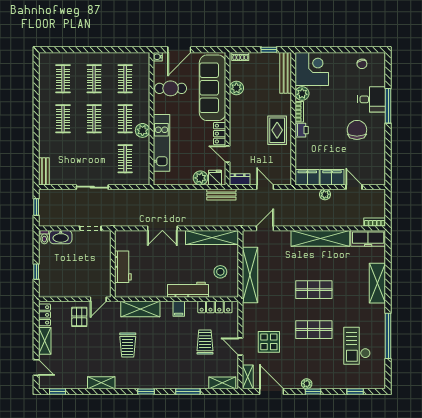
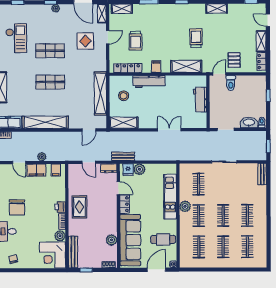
filing cabinet: (307, 177) -> (56, 170), width x0.50
shelving: (212, 237) -> (124, 123), width x0.68
toilet: (84, 288) -> (231, 83), added
door: (240, 347) -> (108, 37), hinge flipped

